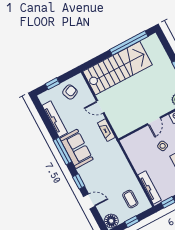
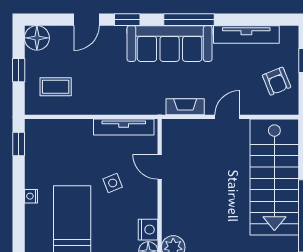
door: (154, 121) -> (160, 167), moved
sofa: (76, 149) -> (170, 44), width x1.36
tv unit: (150, 188) -> (124, 127), moved

